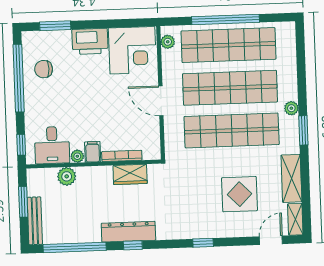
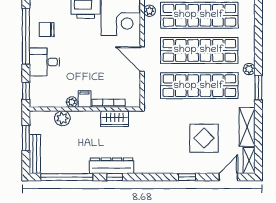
desk: (52, 145) -> (44, 62), moved, turned 90
window: (203, 243) -> (187, 177), moved

